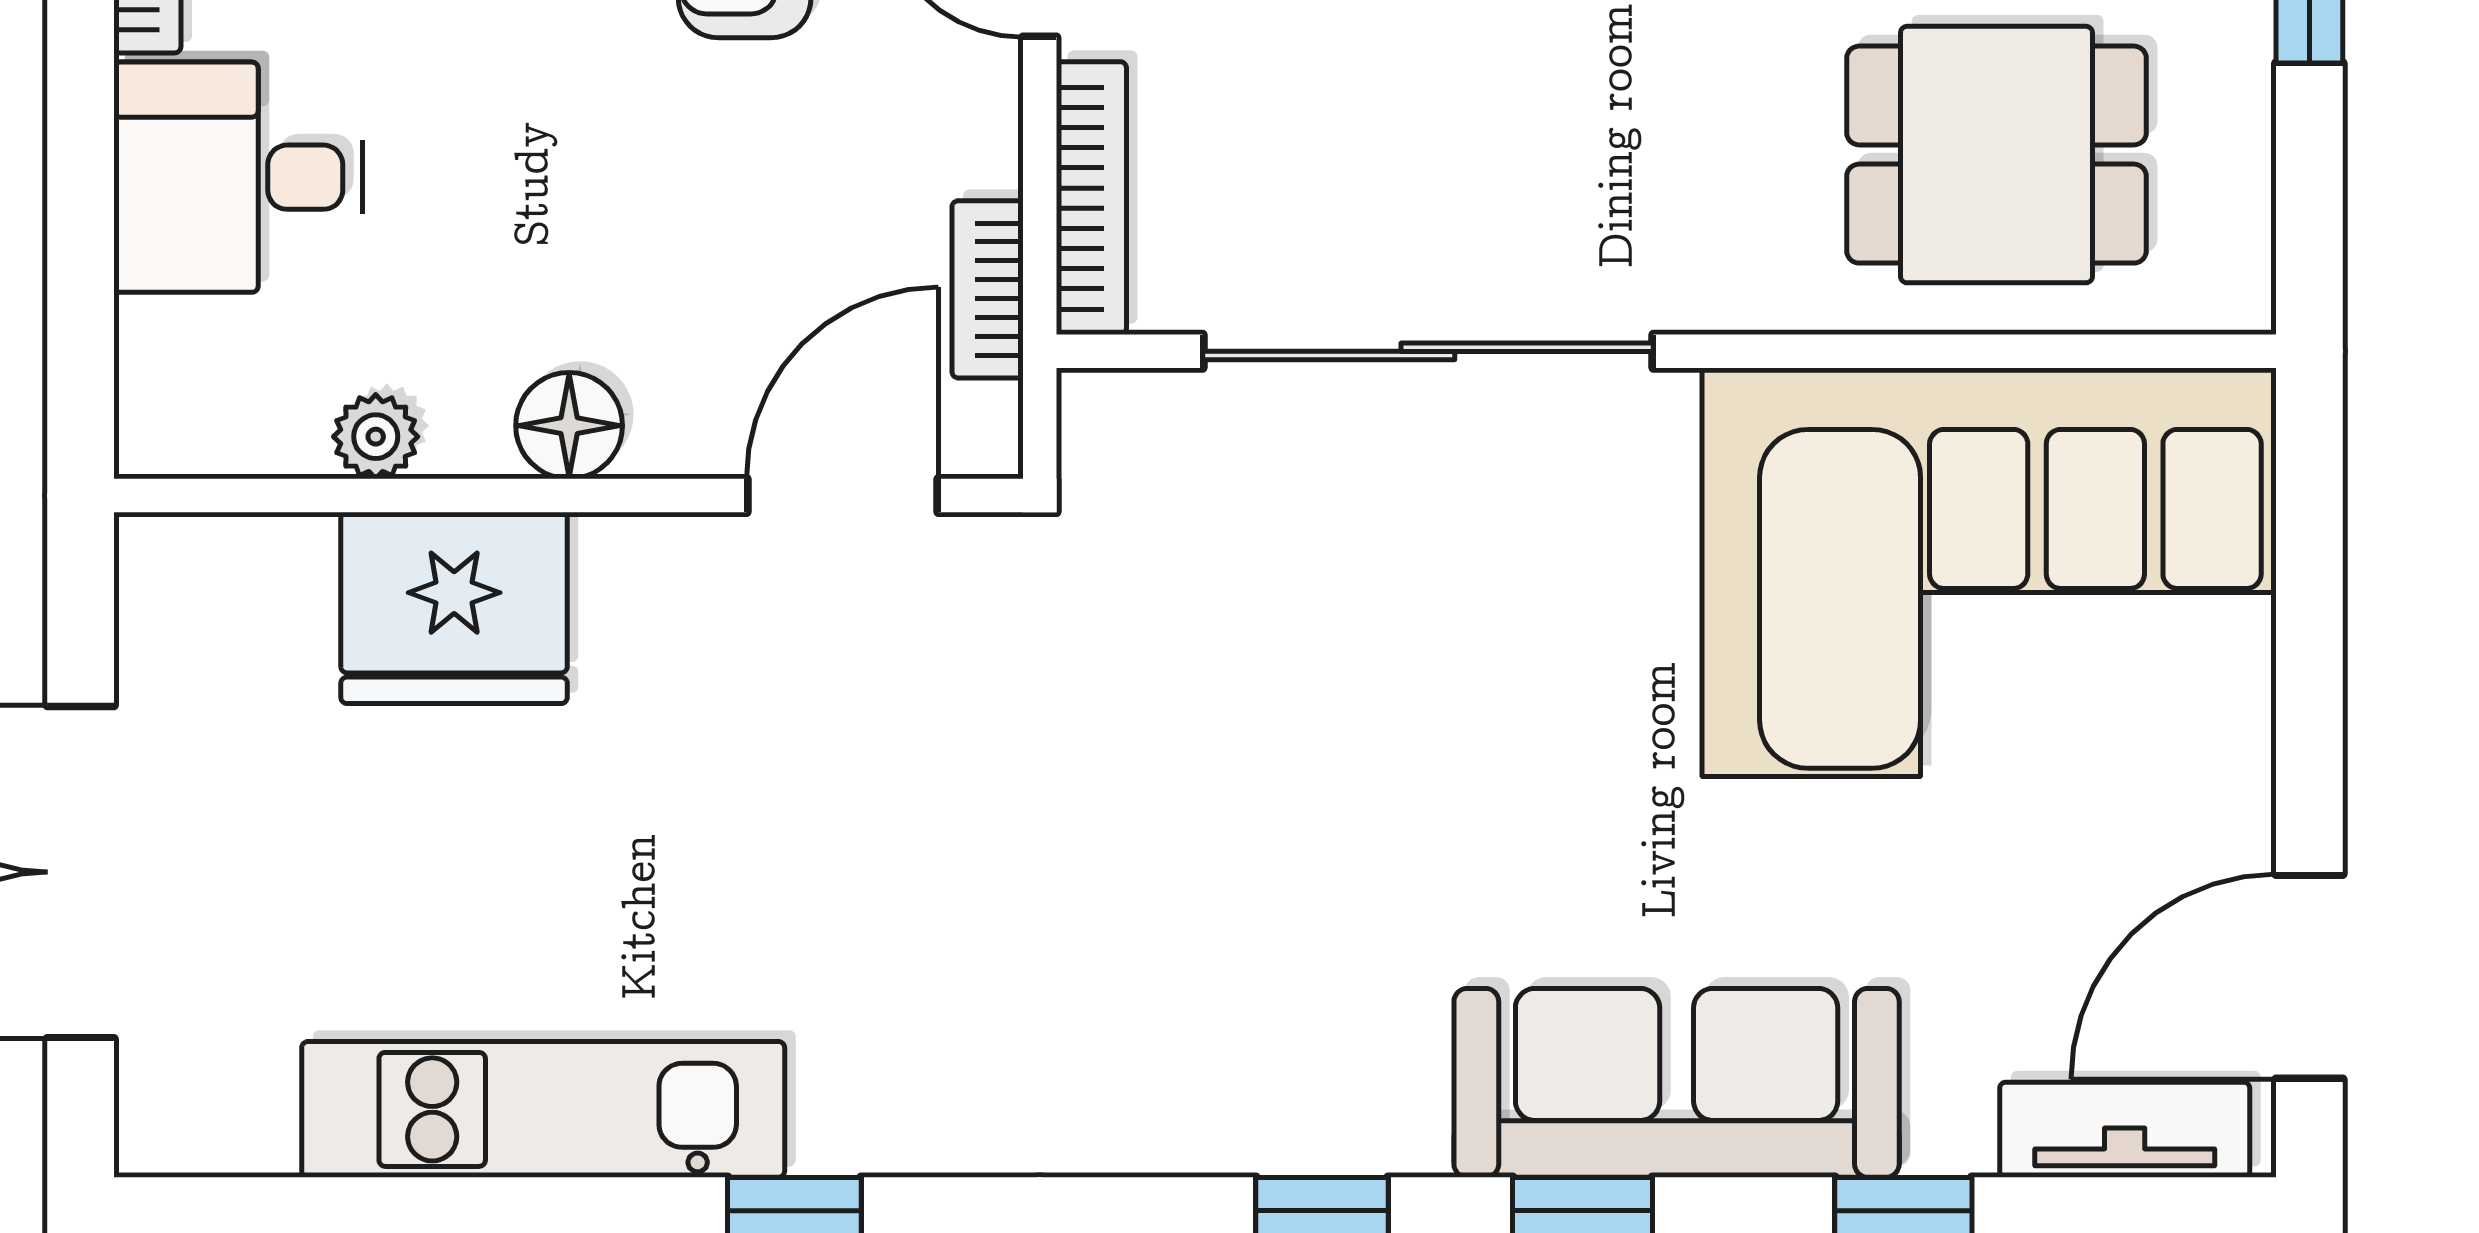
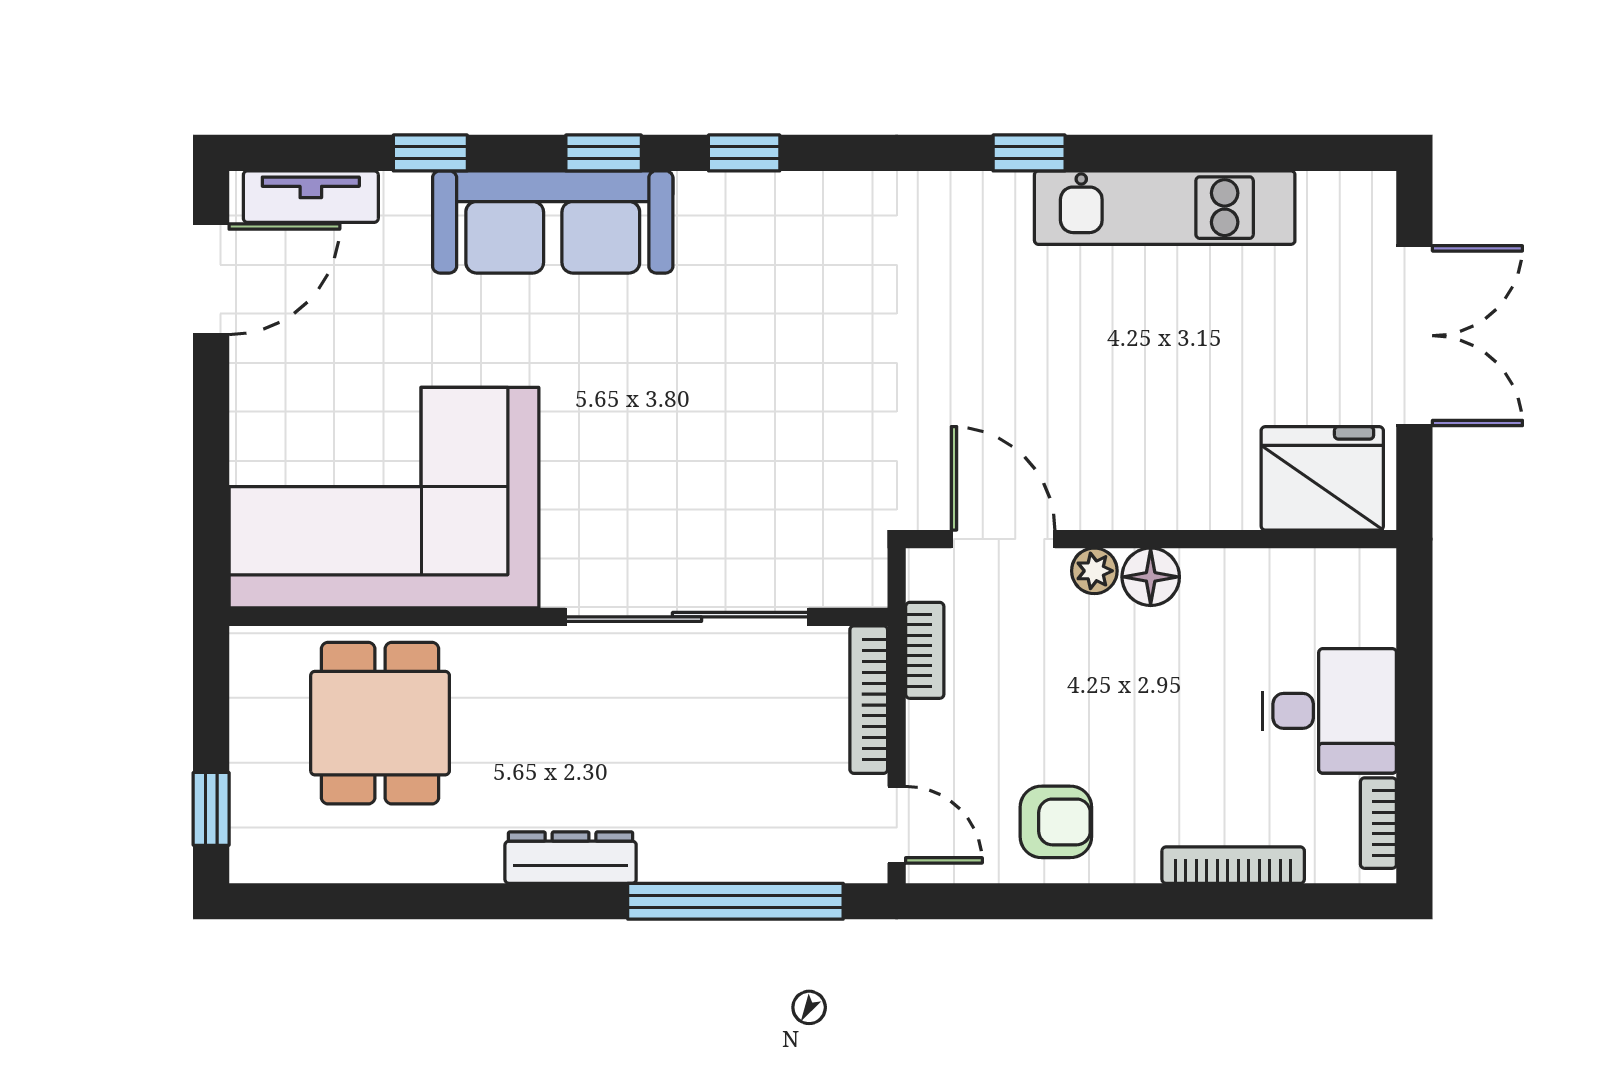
dining table: (1997, 155) -> (380, 723), turned 90
plant: (376, 437) -> (1094, 571), moved
door: (842, 495) -> (1003, 539), swing flipped
fridge: (454, 608) -> (1322, 478), moved

